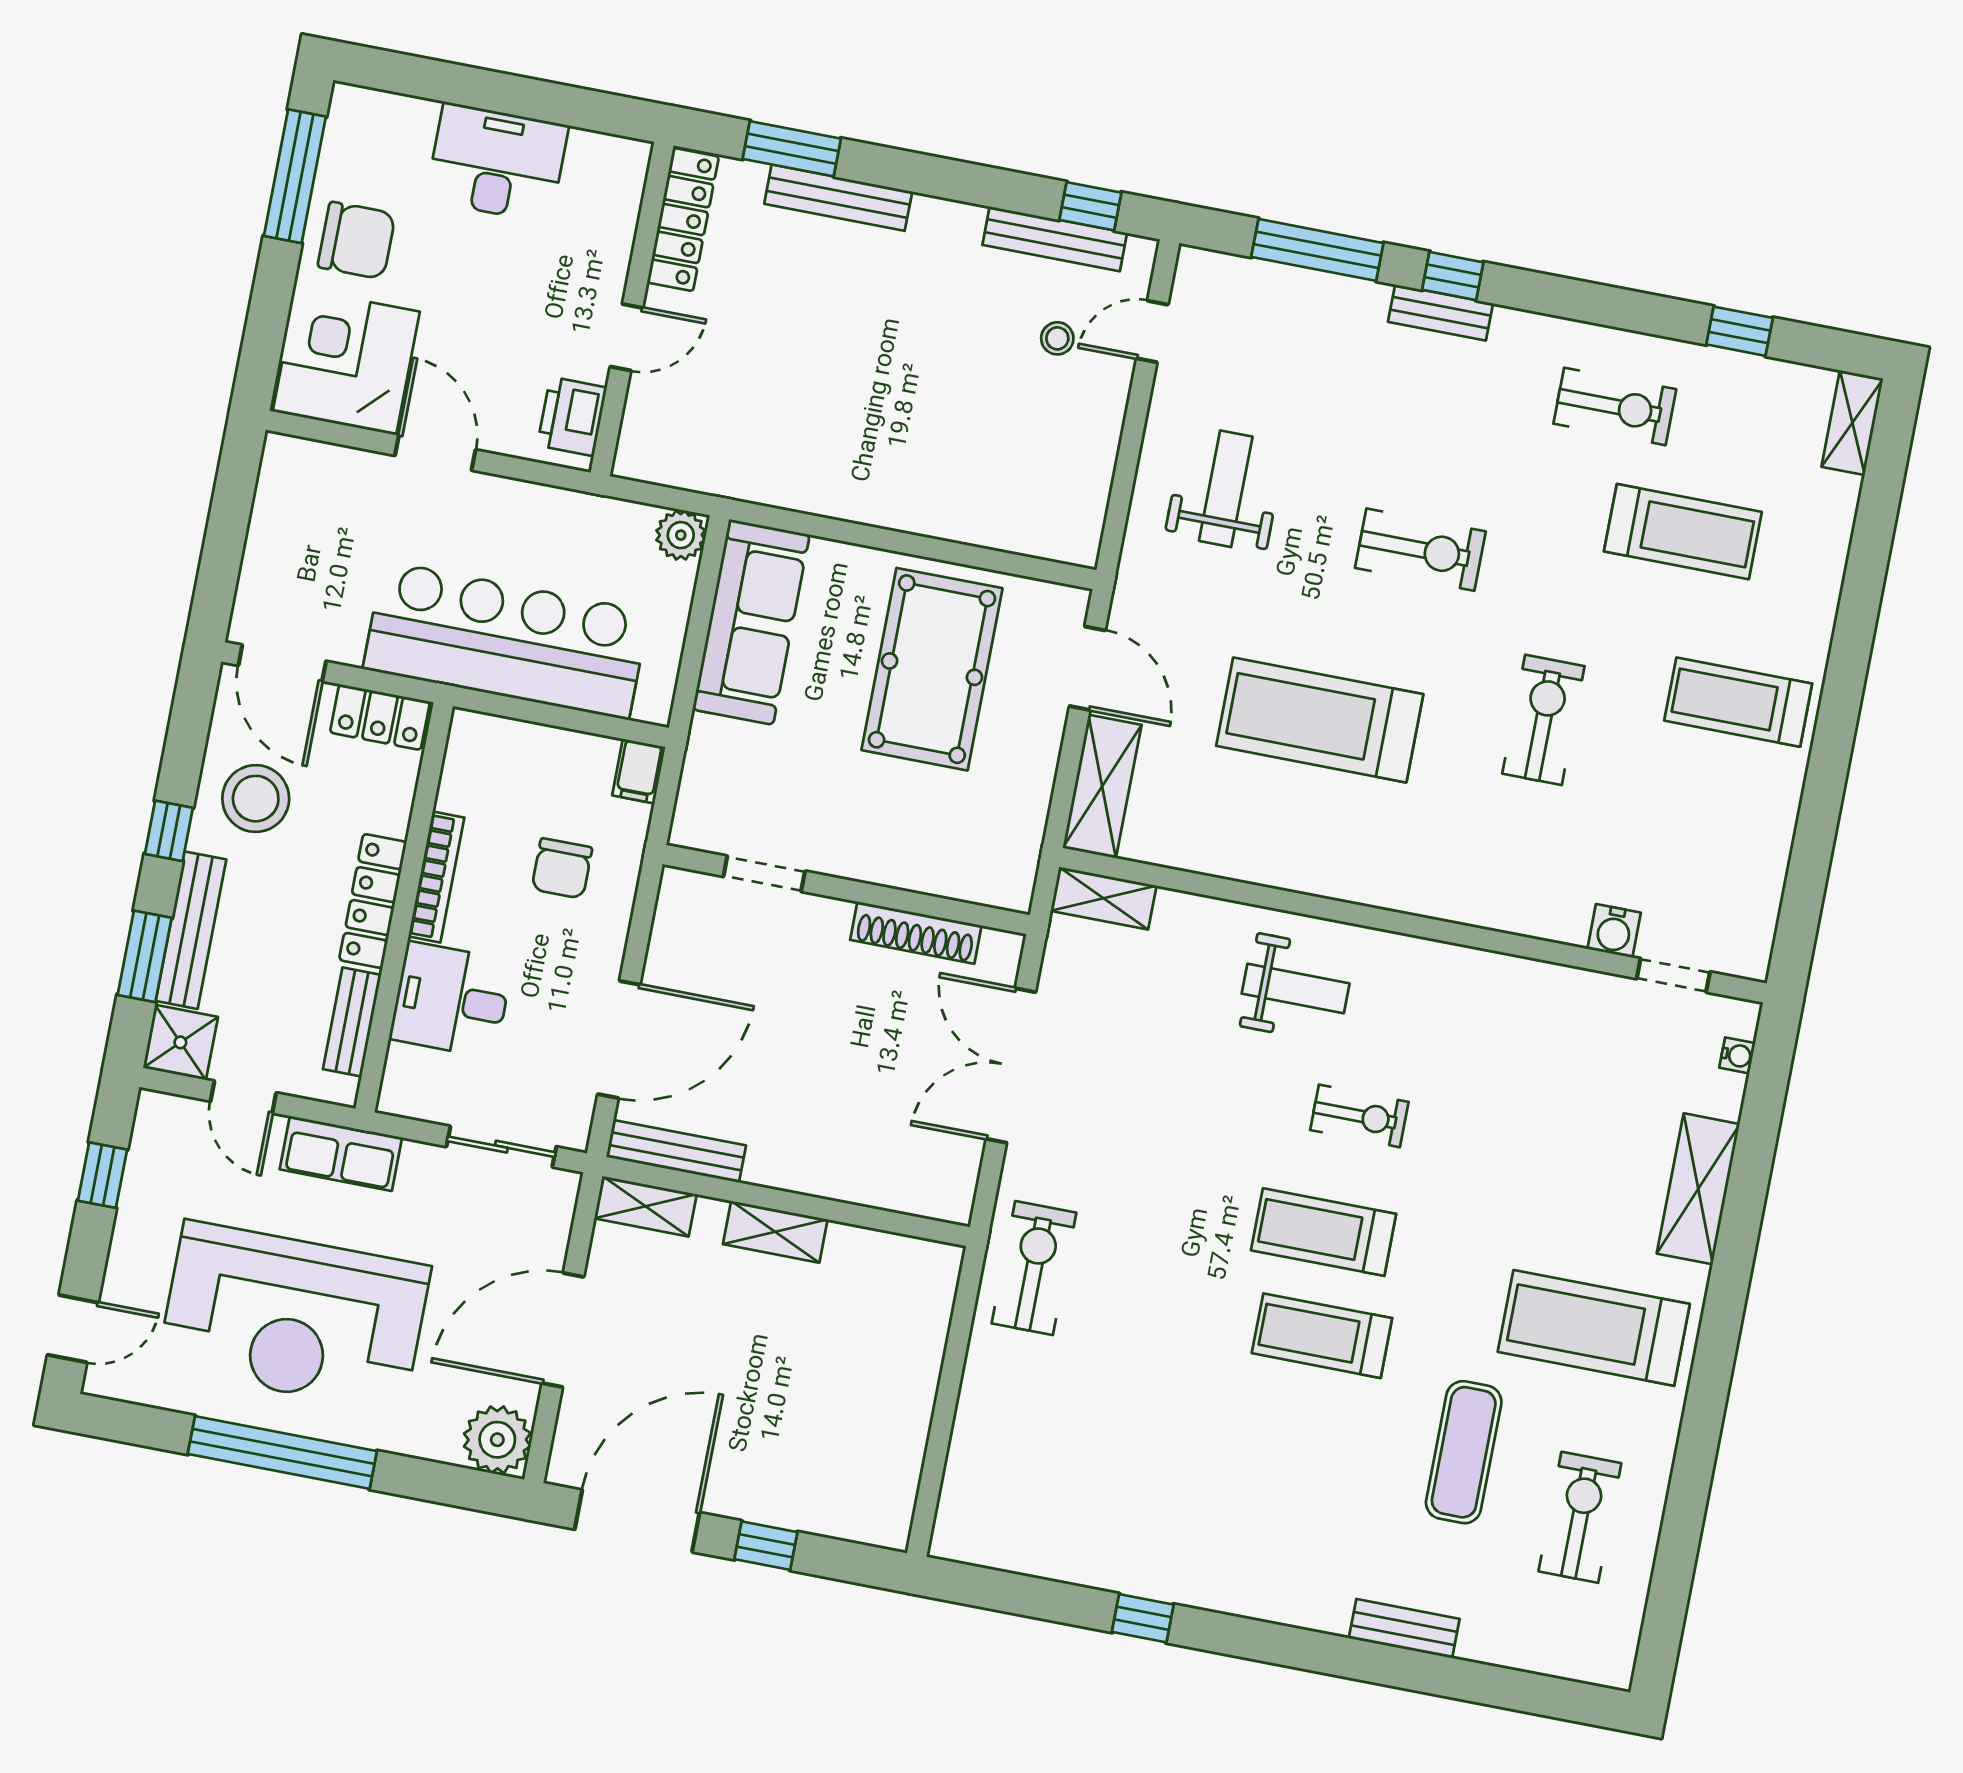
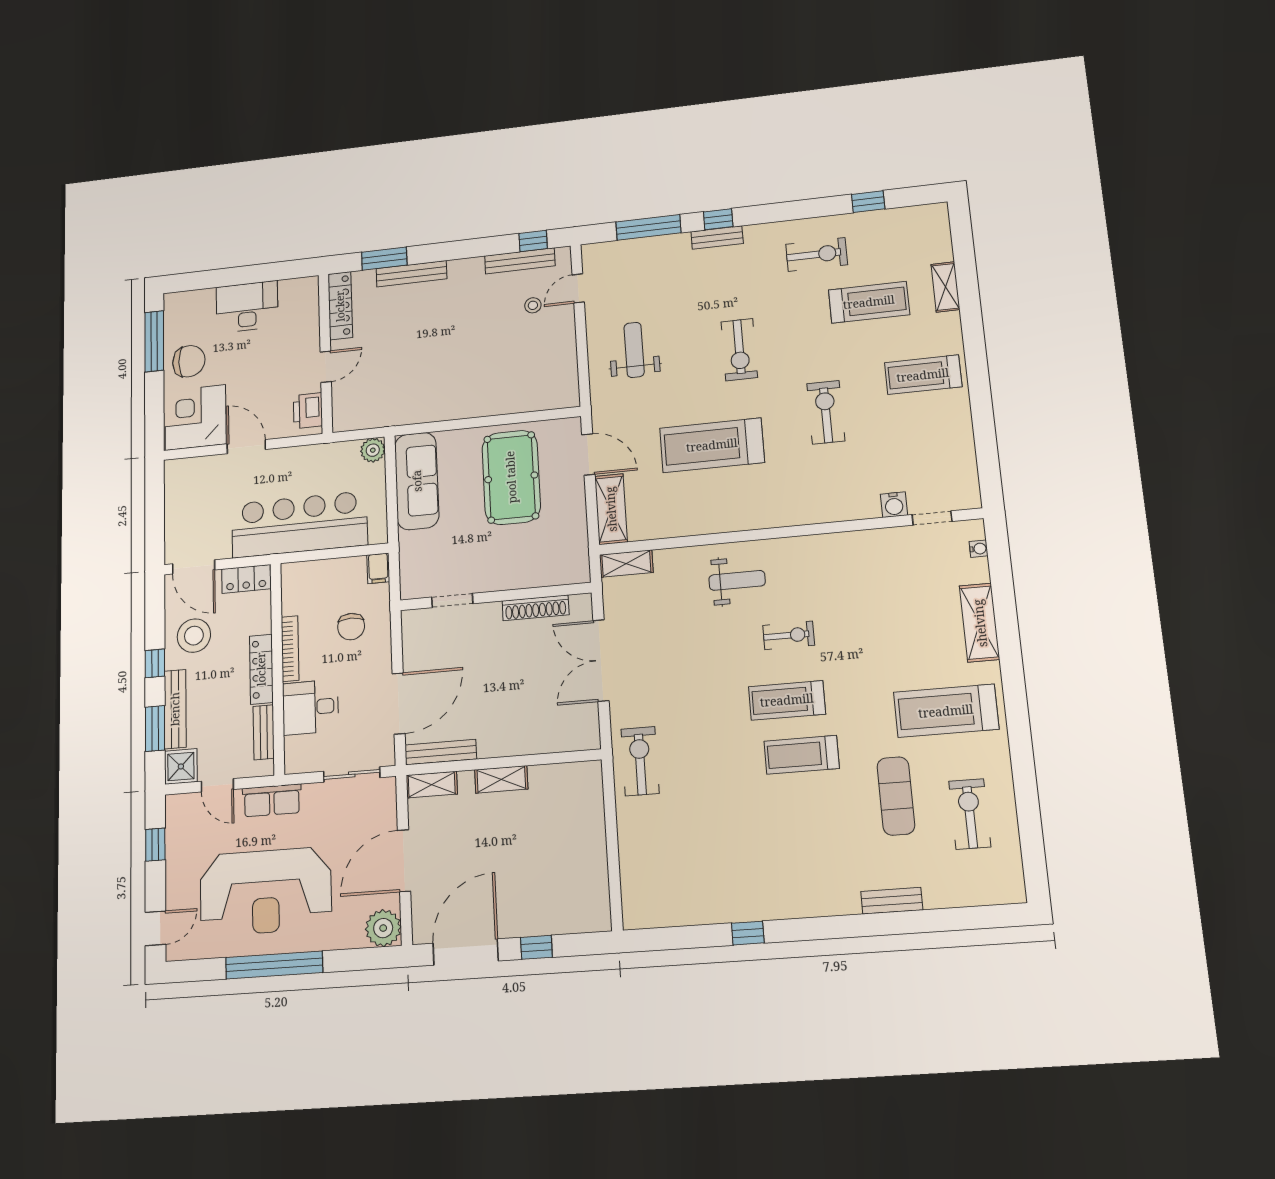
shelving: (1852, 423) -> (945, 287), moved
exercise bike: (1420, 550) -> (739, 350), turned 90

